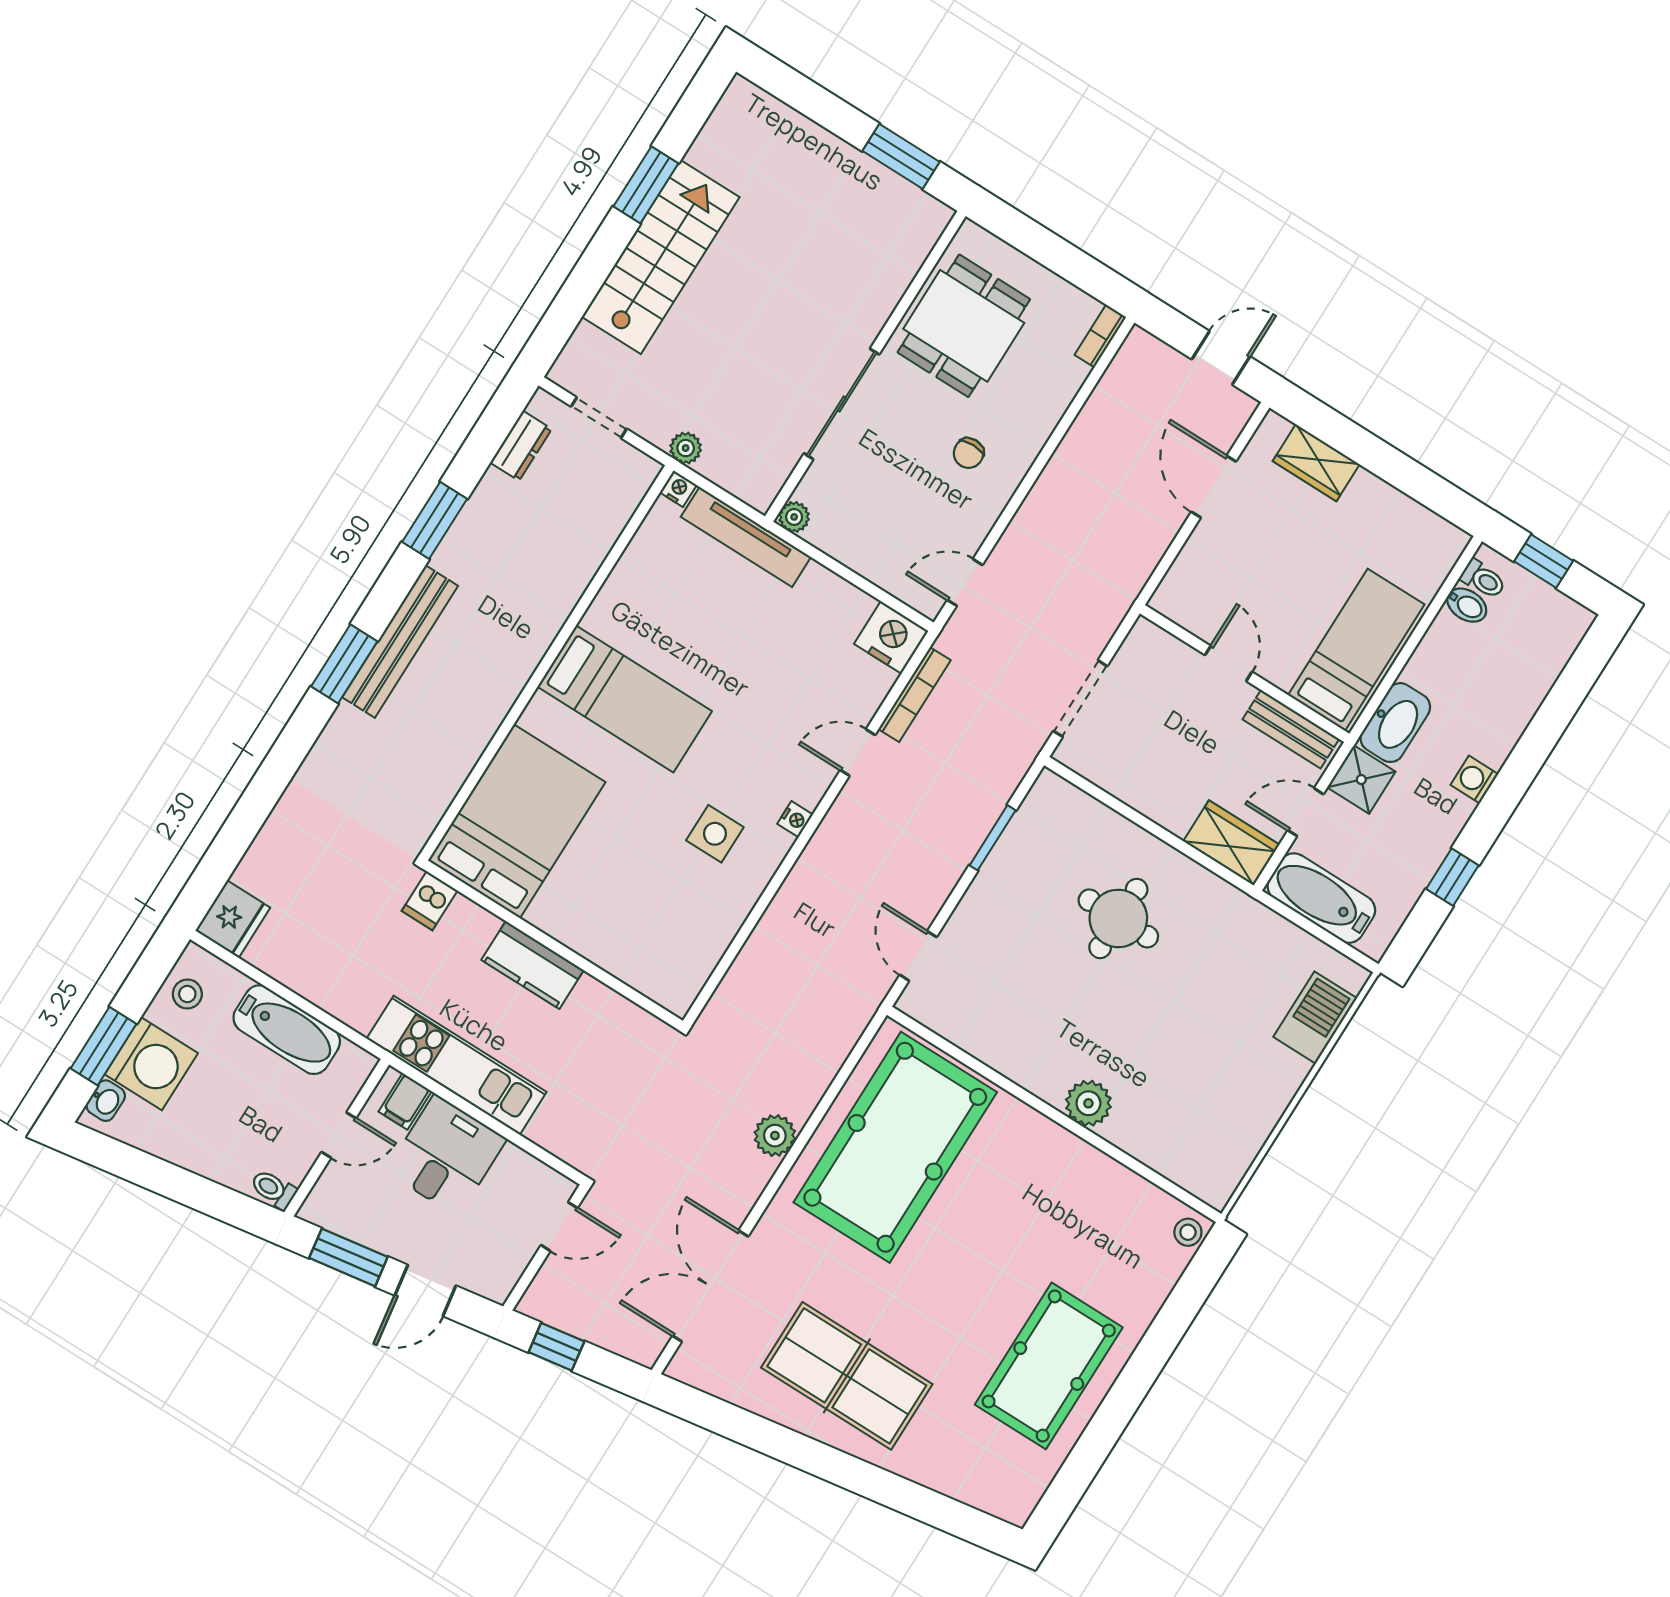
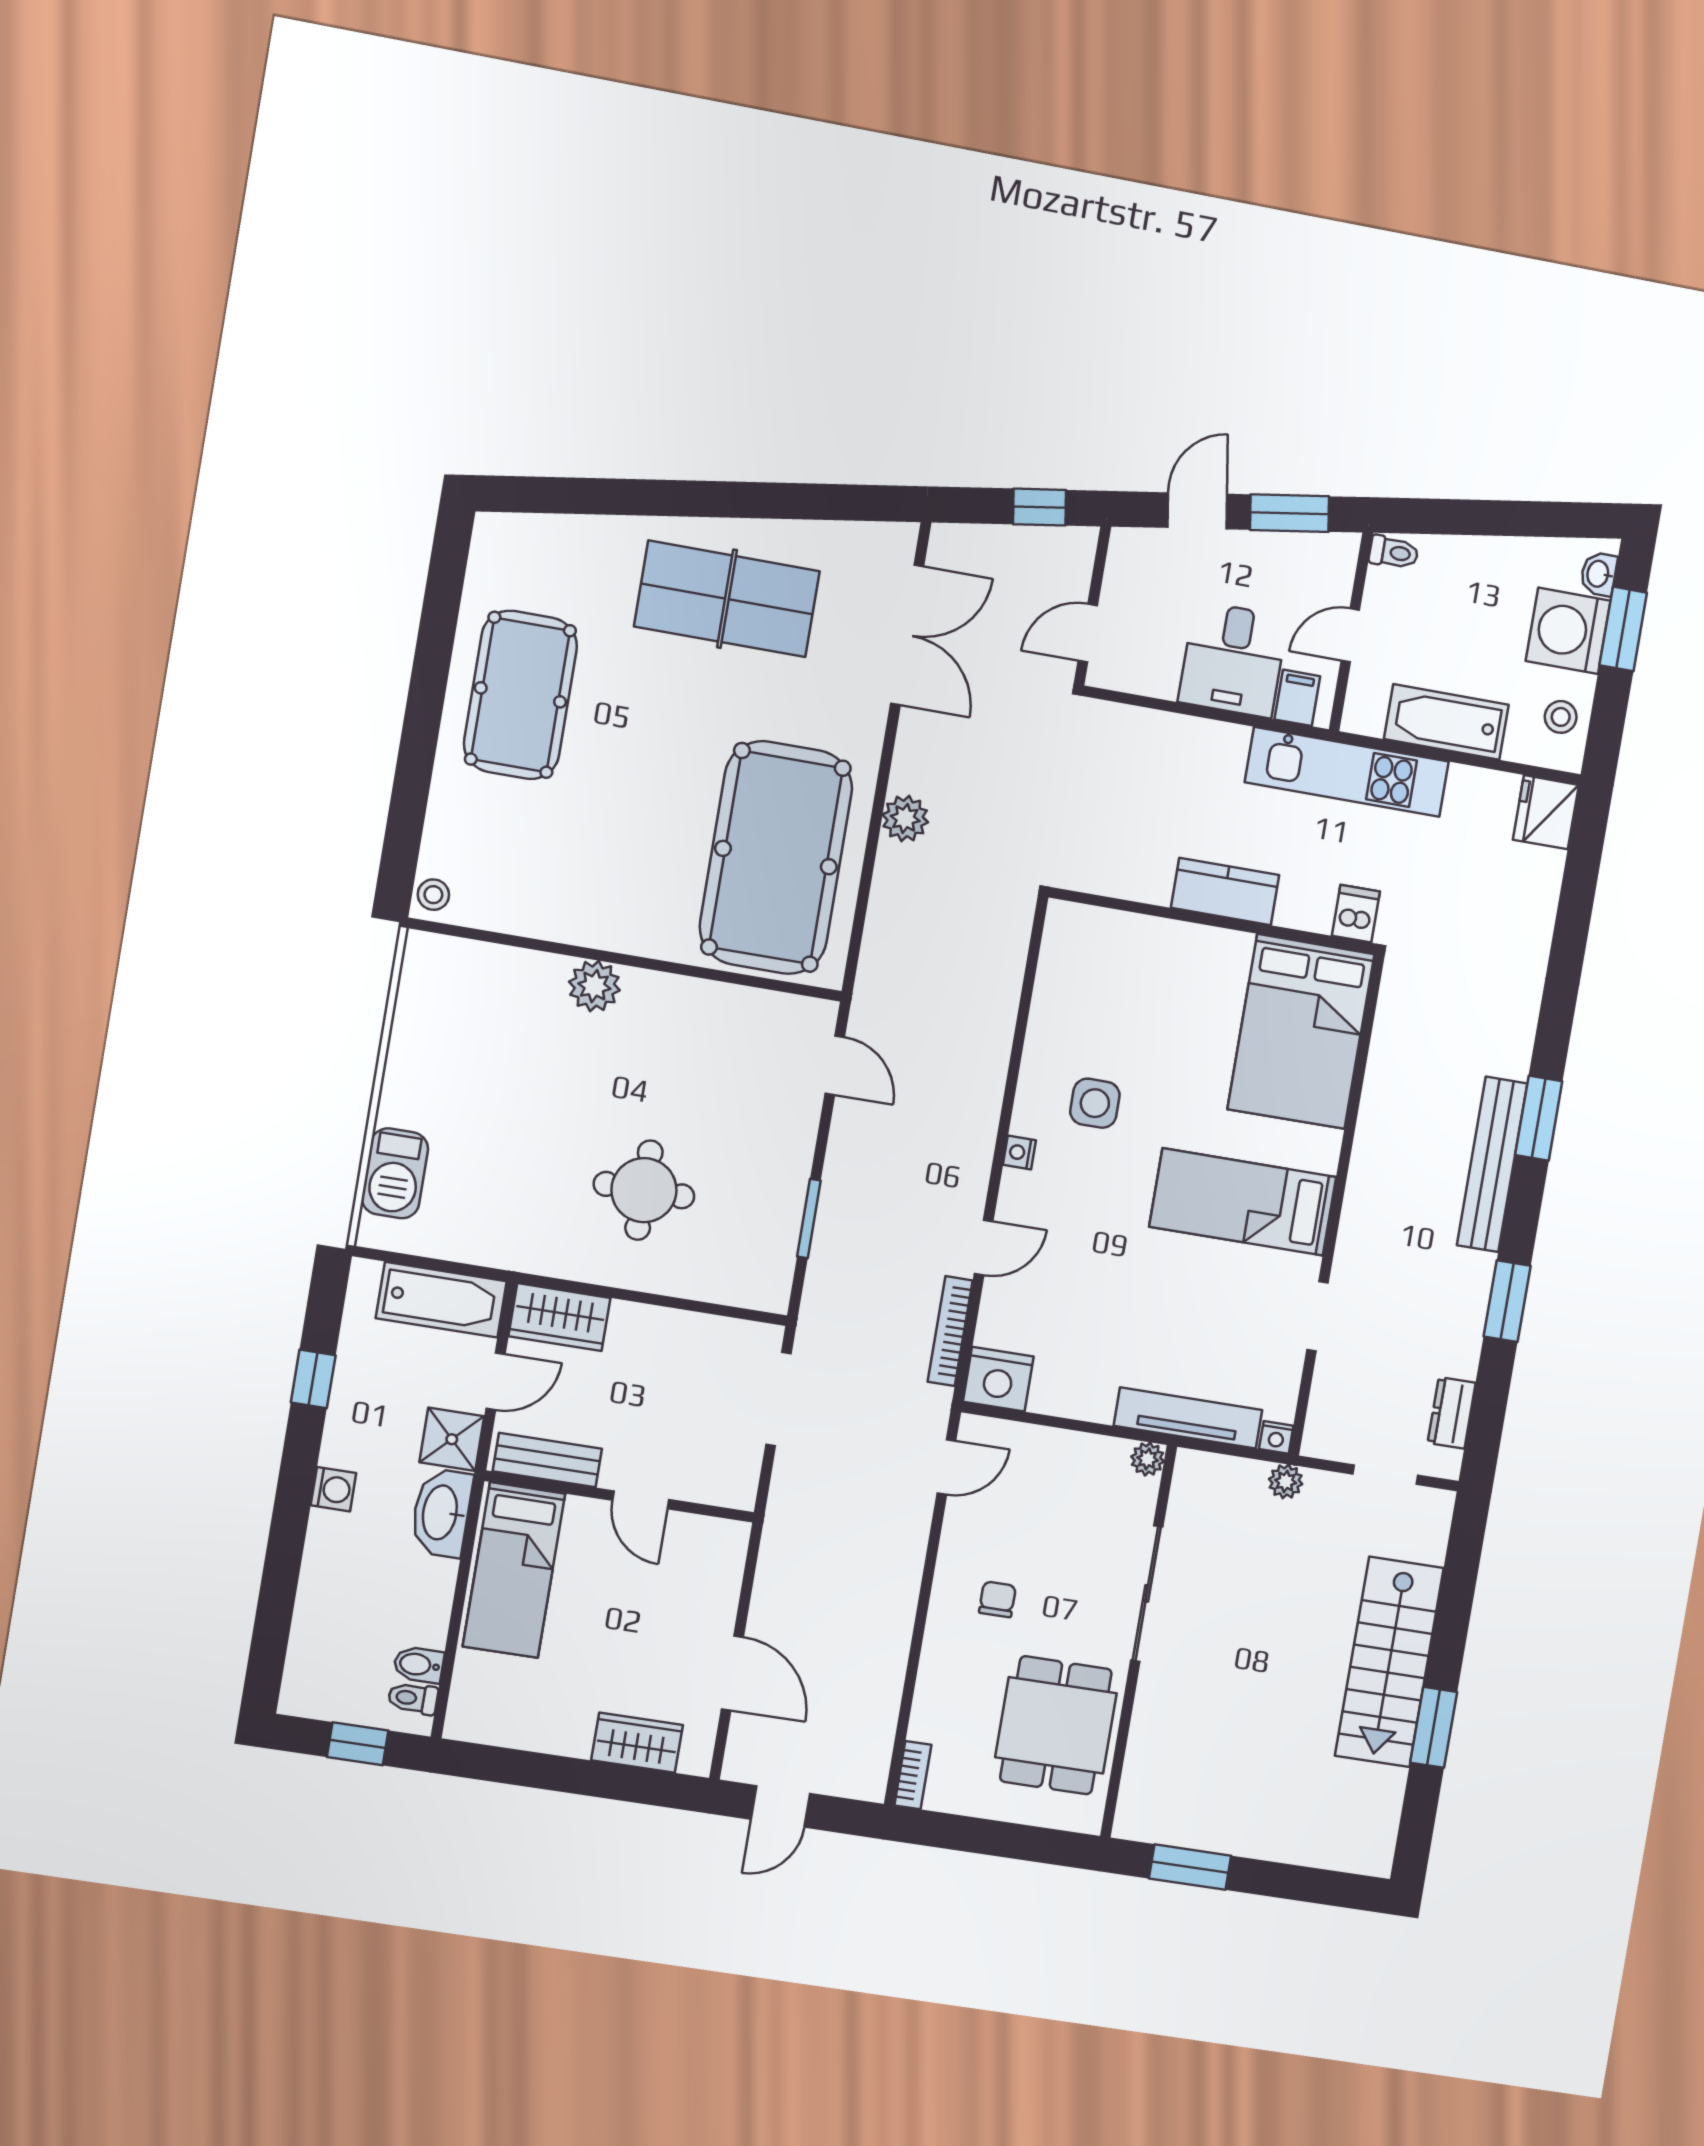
doorway: (601, 576) -> (1318, 1316), added
kitchen unit: (457, 1065) -> (1347, 772), moved

